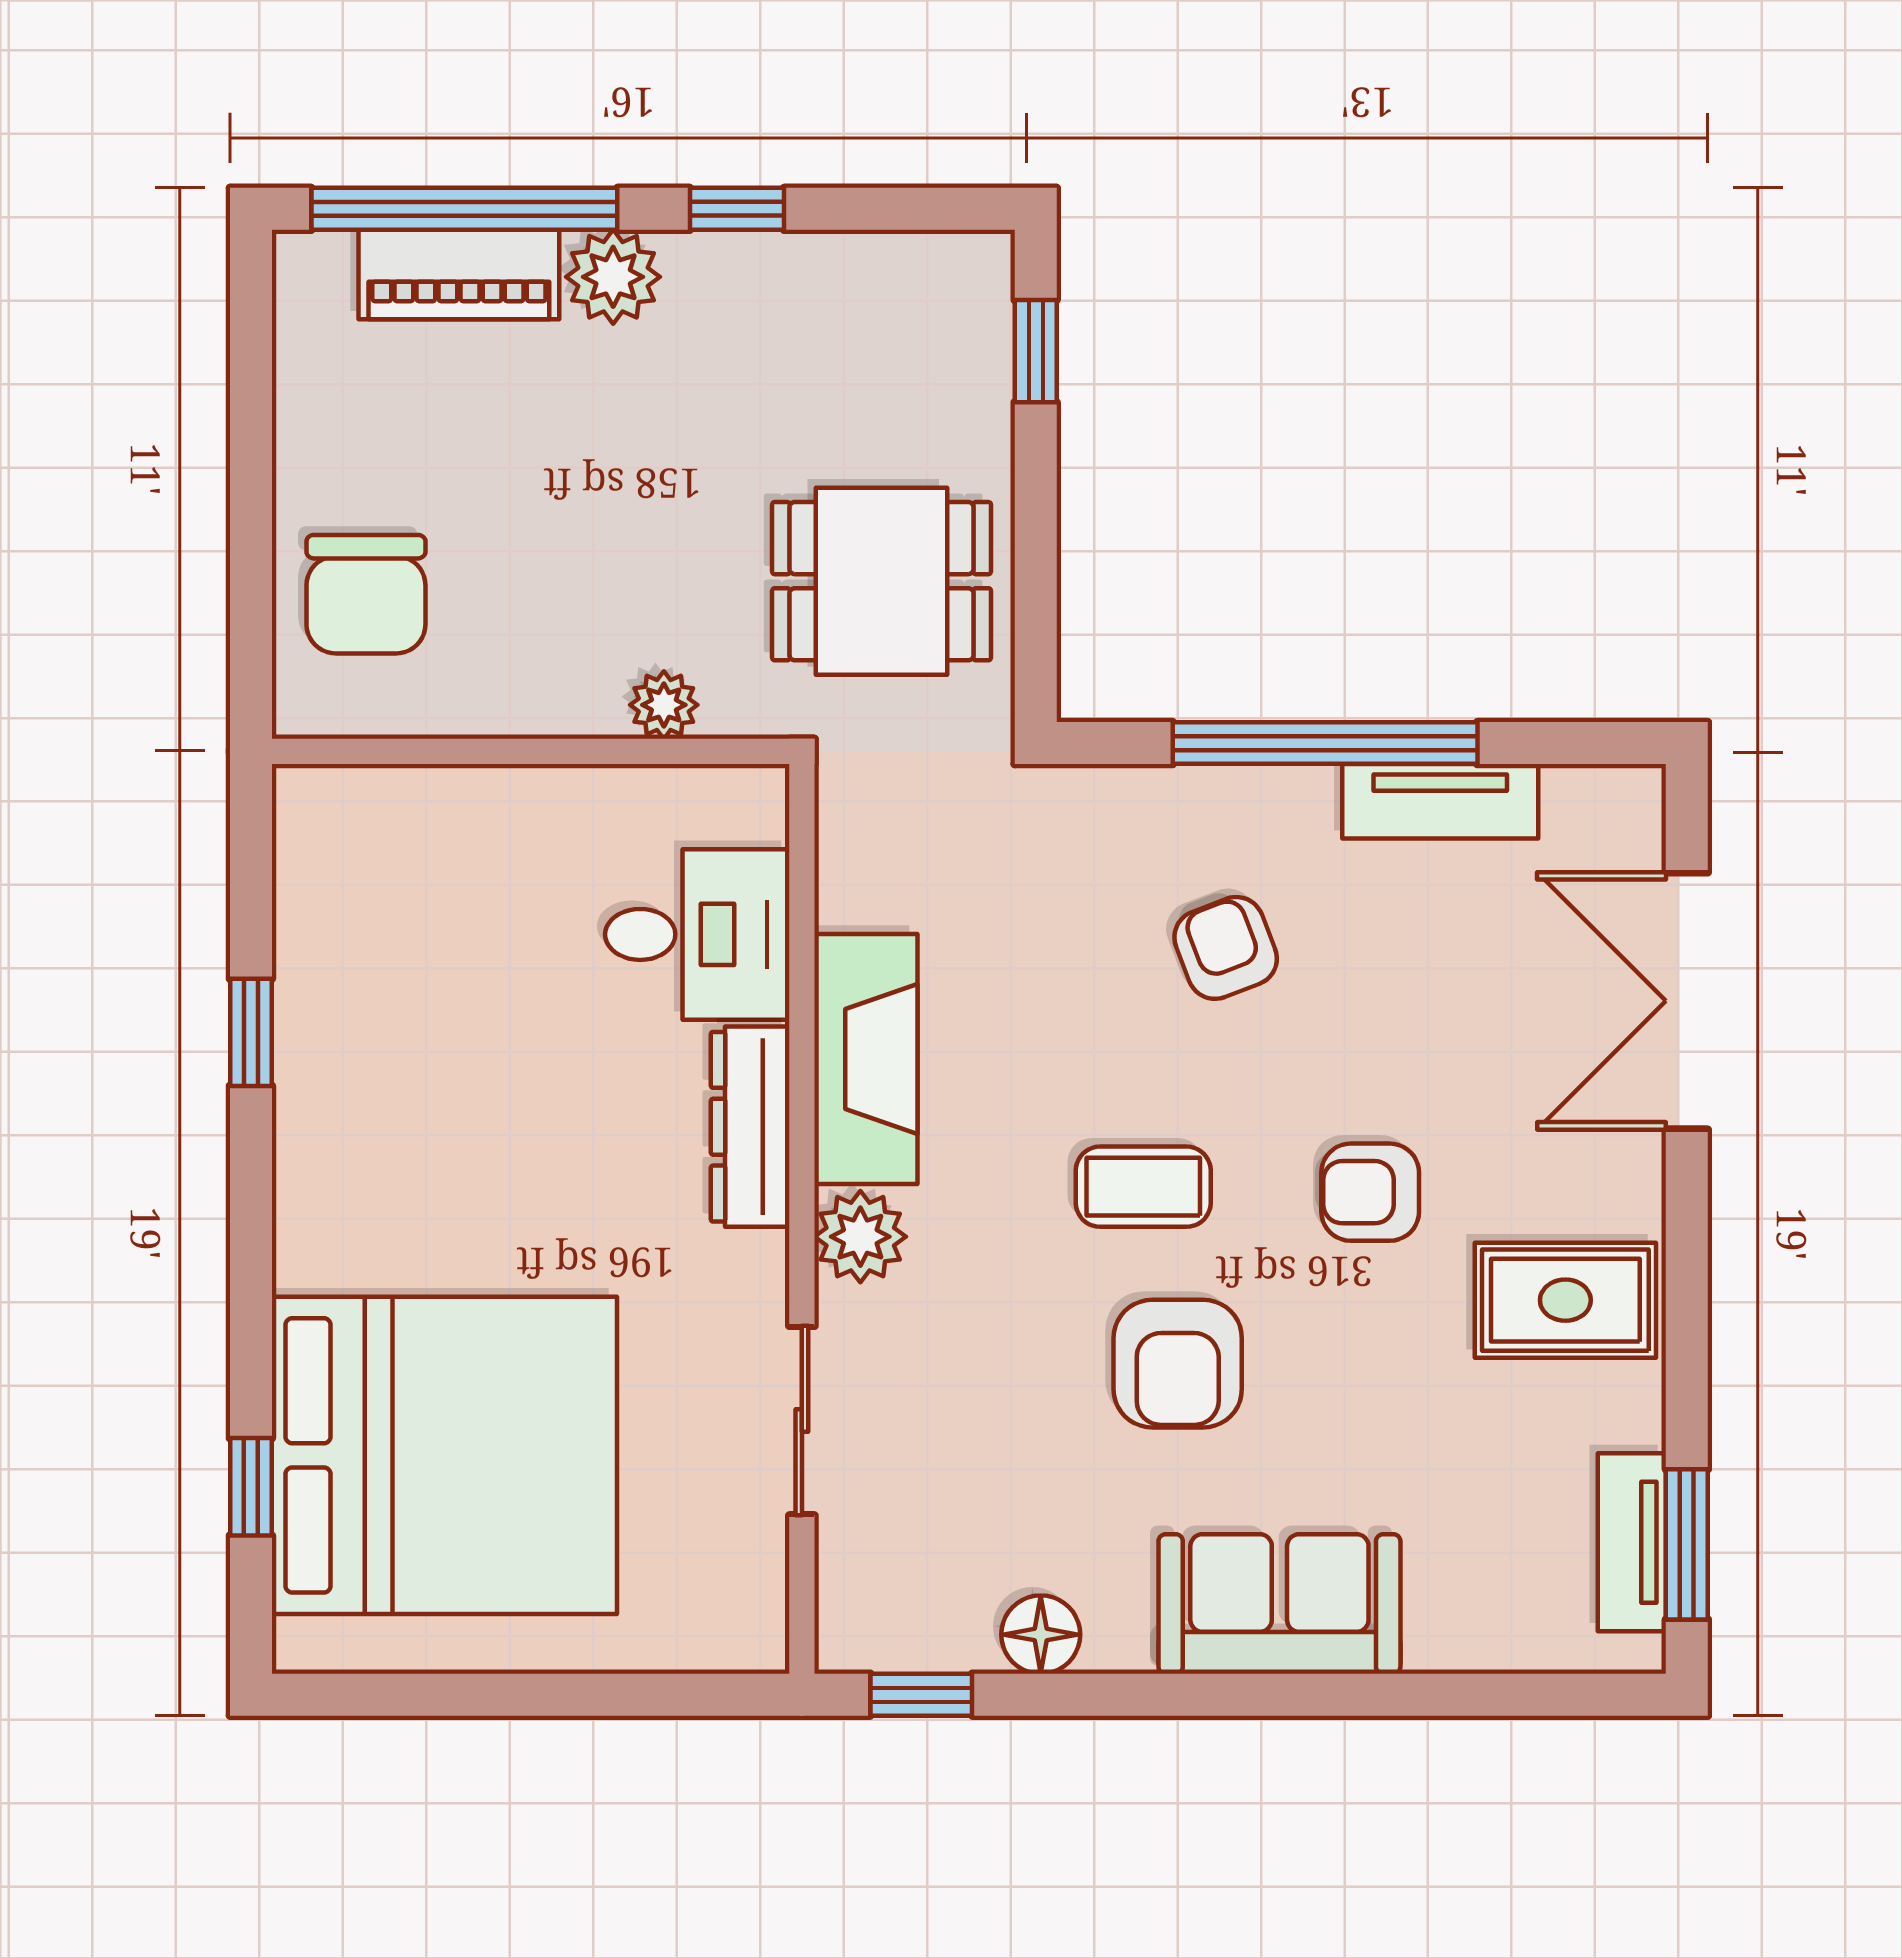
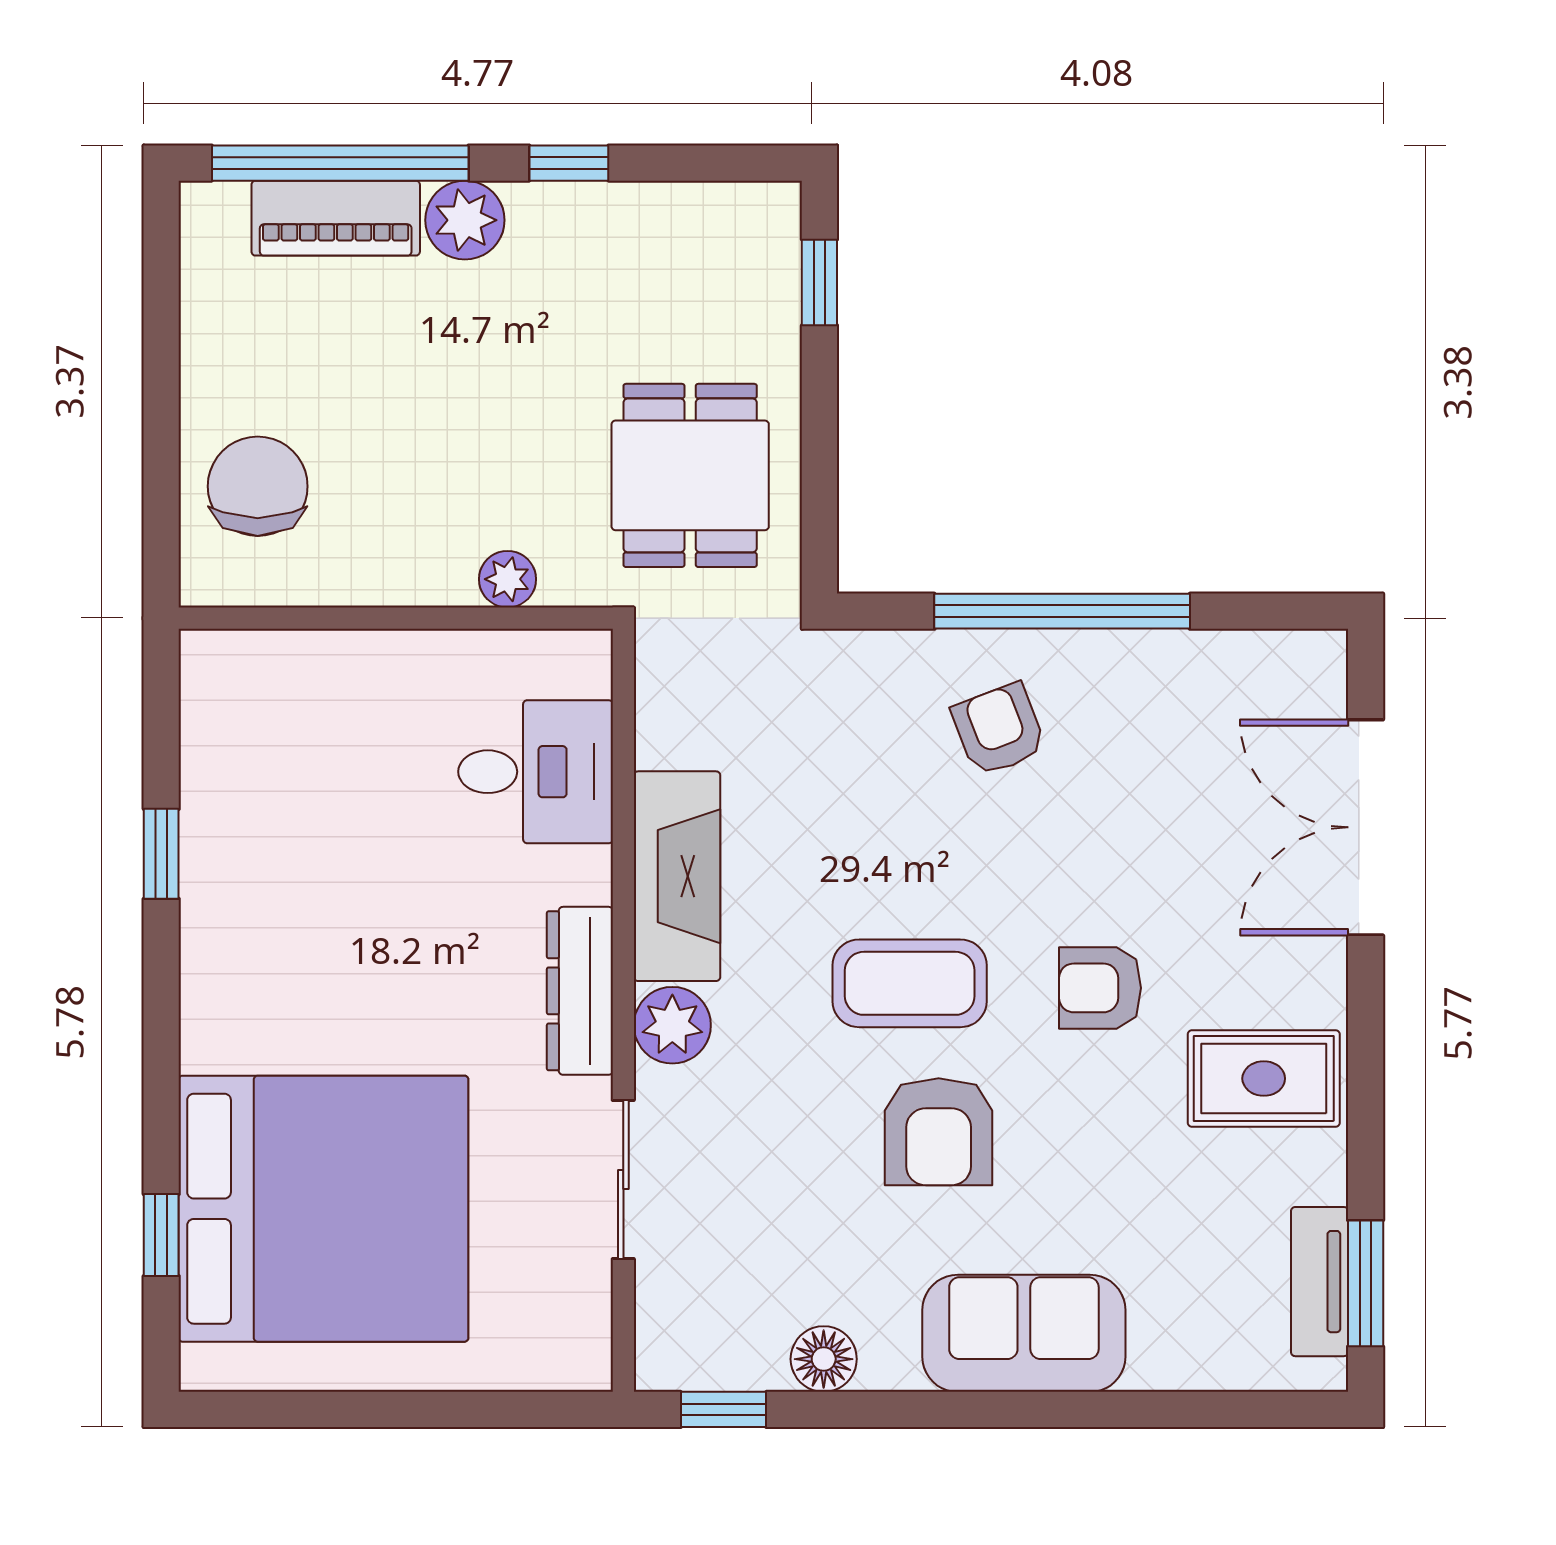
dining table: (882, 581) -> (690, 475), turned 90
chair: (366, 594) -> (258, 486), turned 180
tv unit: (1440, 801) -> (1159, 660), removed
armchair: (1226, 948) -> (999, 729), moved
dresser: (750, 1127) -> (580, 991), moved
coffee table: (1143, 1187) -> (910, 983), width x1.36, depth x1.30

